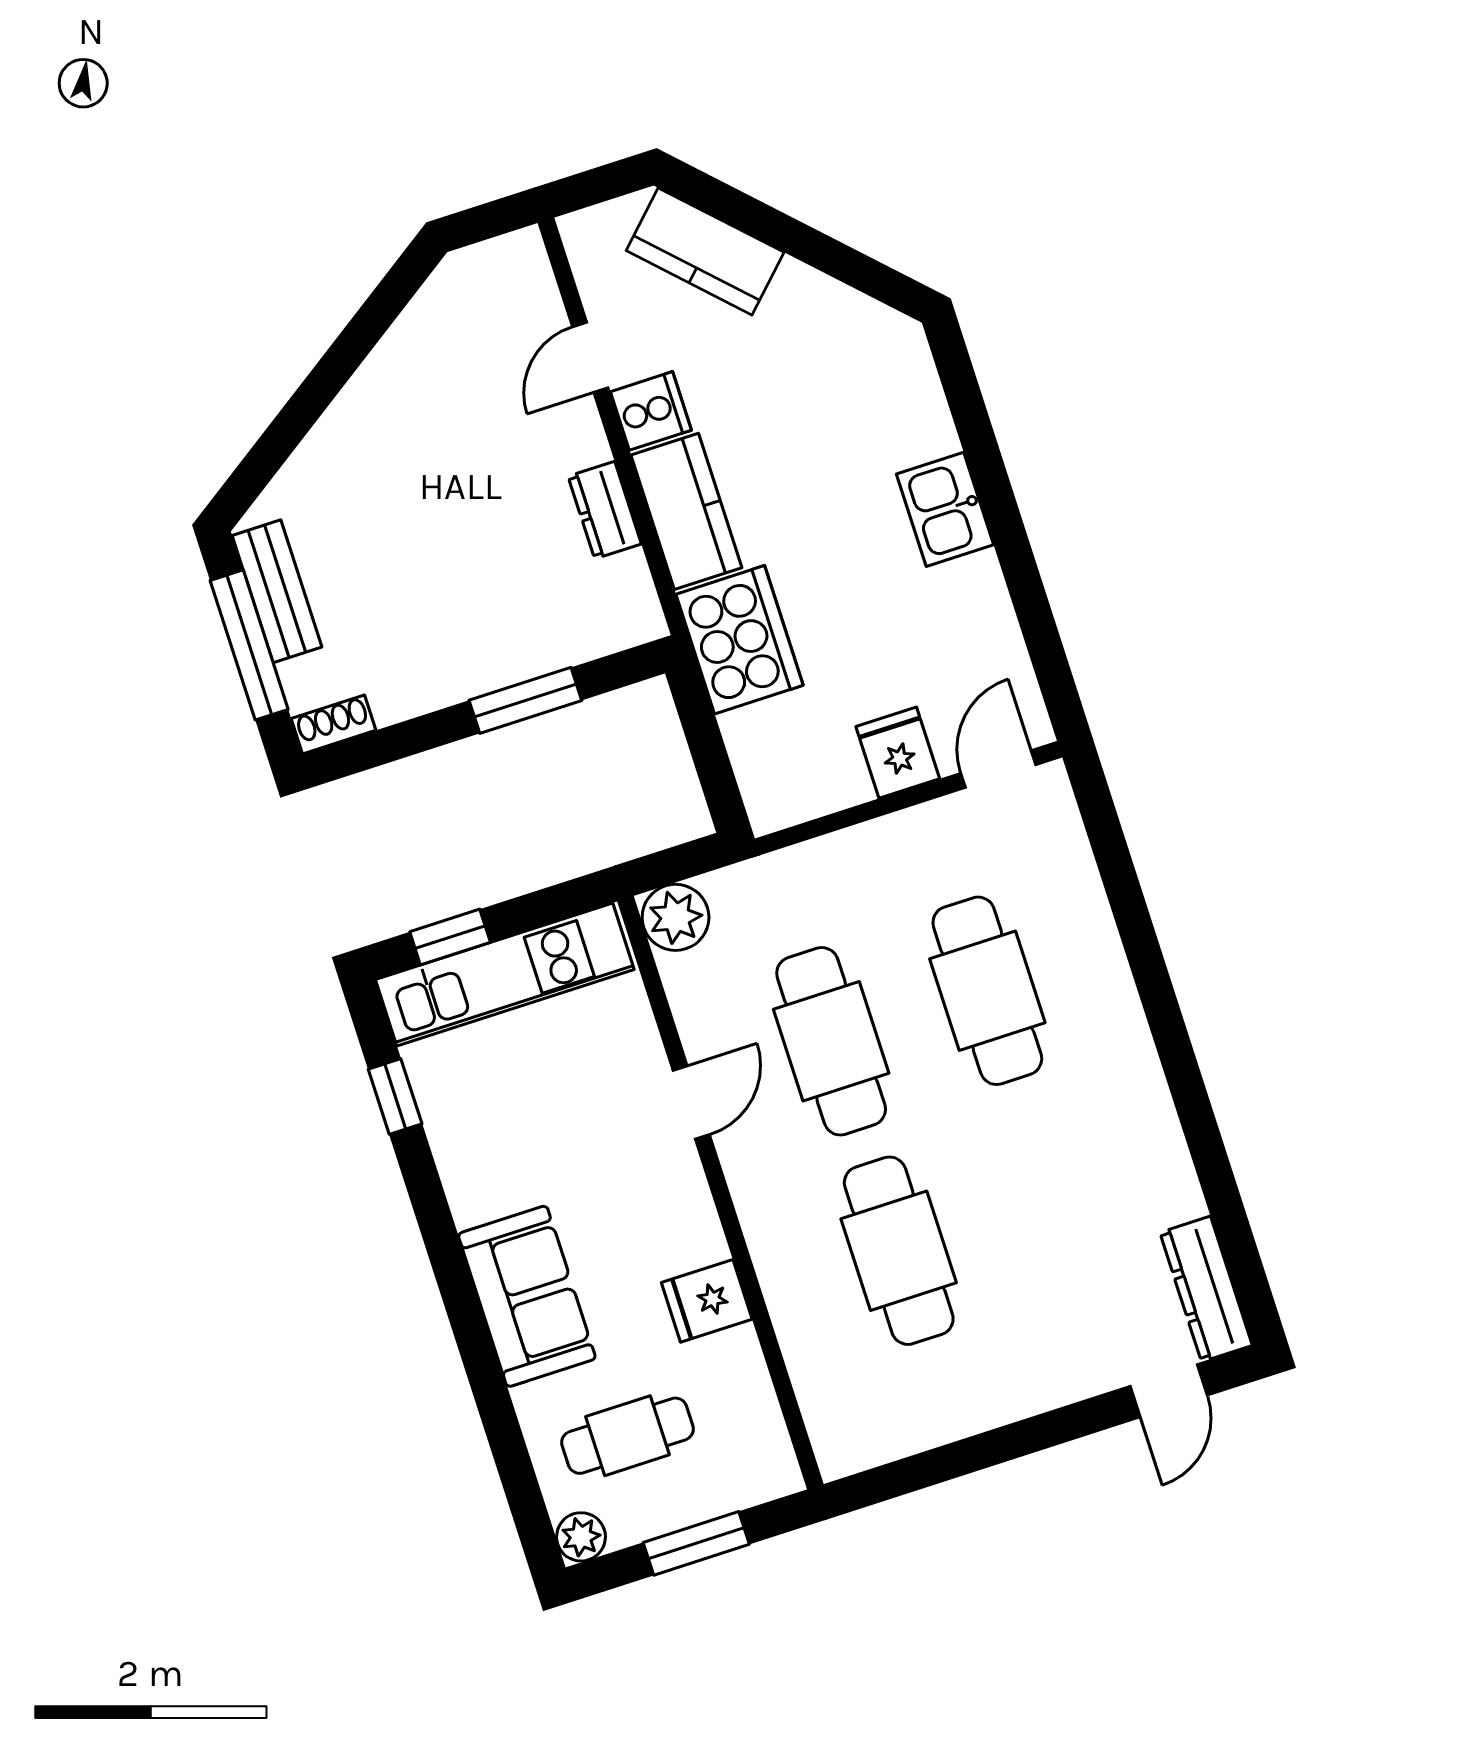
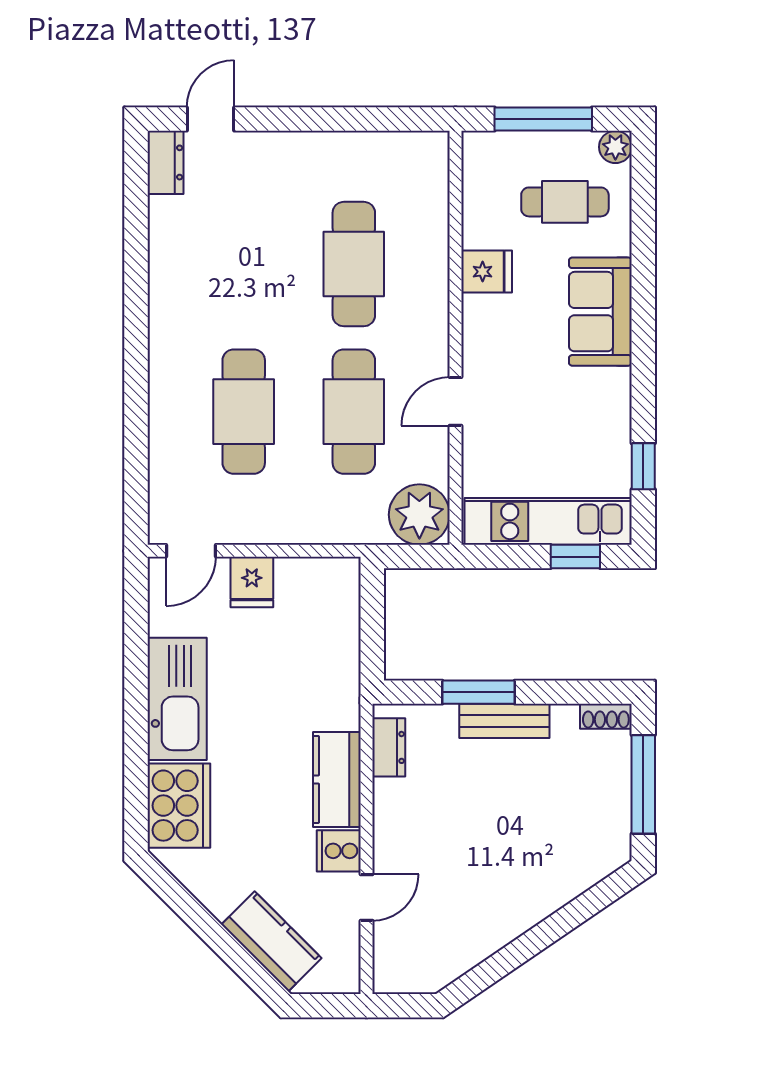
kitchen sink: (945, 509) -> (177, 699), width x1.87, depth x1.24
dresser: (605, 510) -> (389, 747), moved
bench: (277, 591) -> (504, 721), moved, turned 90
cooker: (739, 640) -> (179, 806), moved, turned 180
plant: (676, 917) -> (419, 515), width x1.36, depth x1.36
dresser: (1206, 1289) -> (166, 162), width x0.70
window: (696, 1543) -> (543, 119), width x1.44

